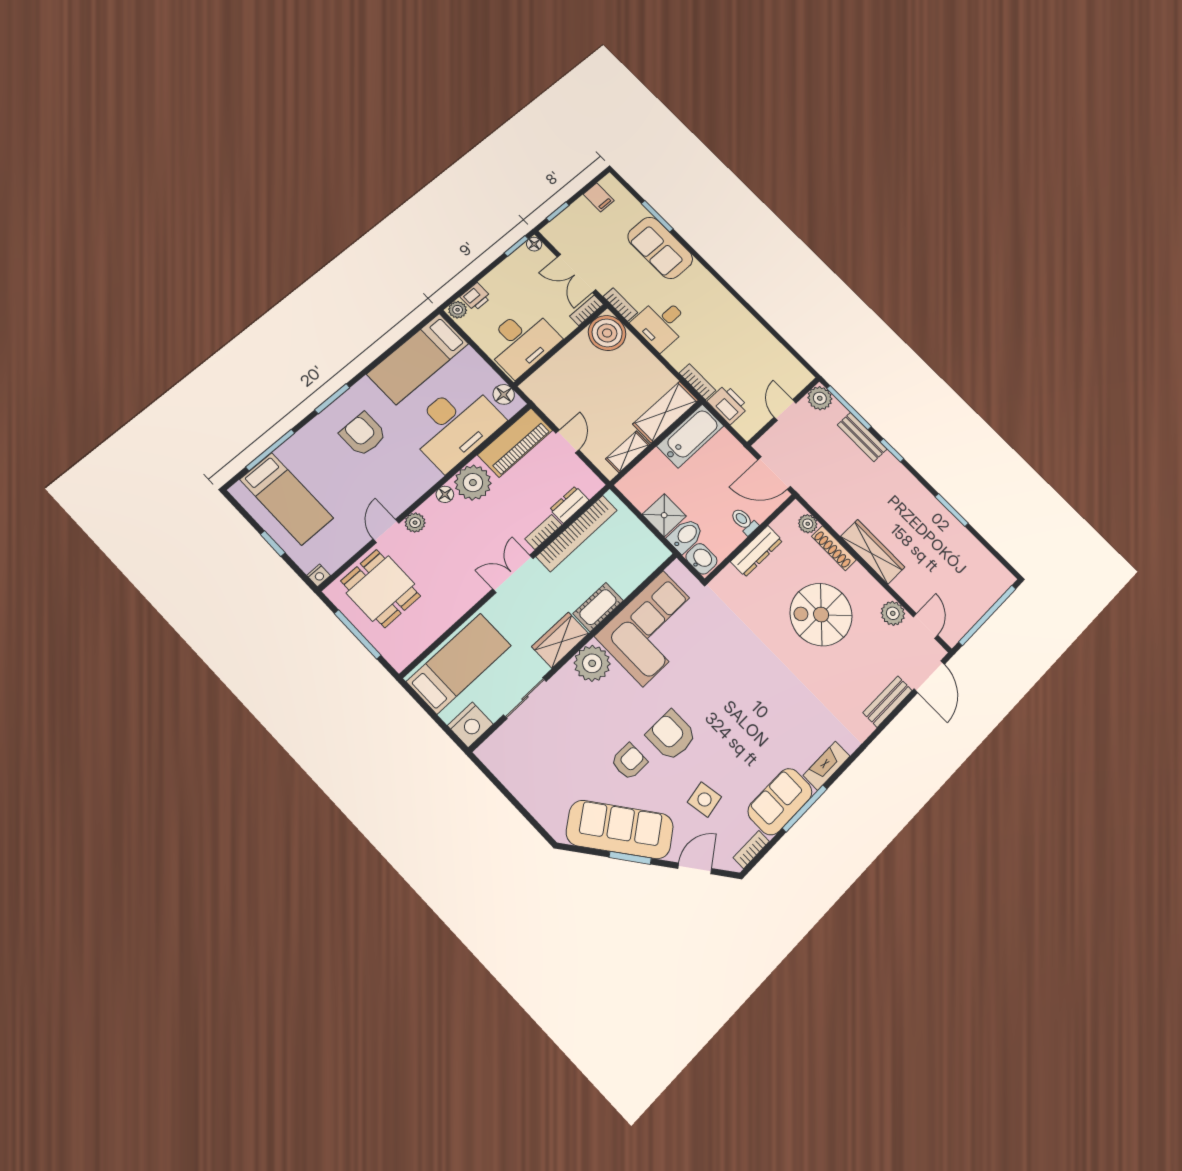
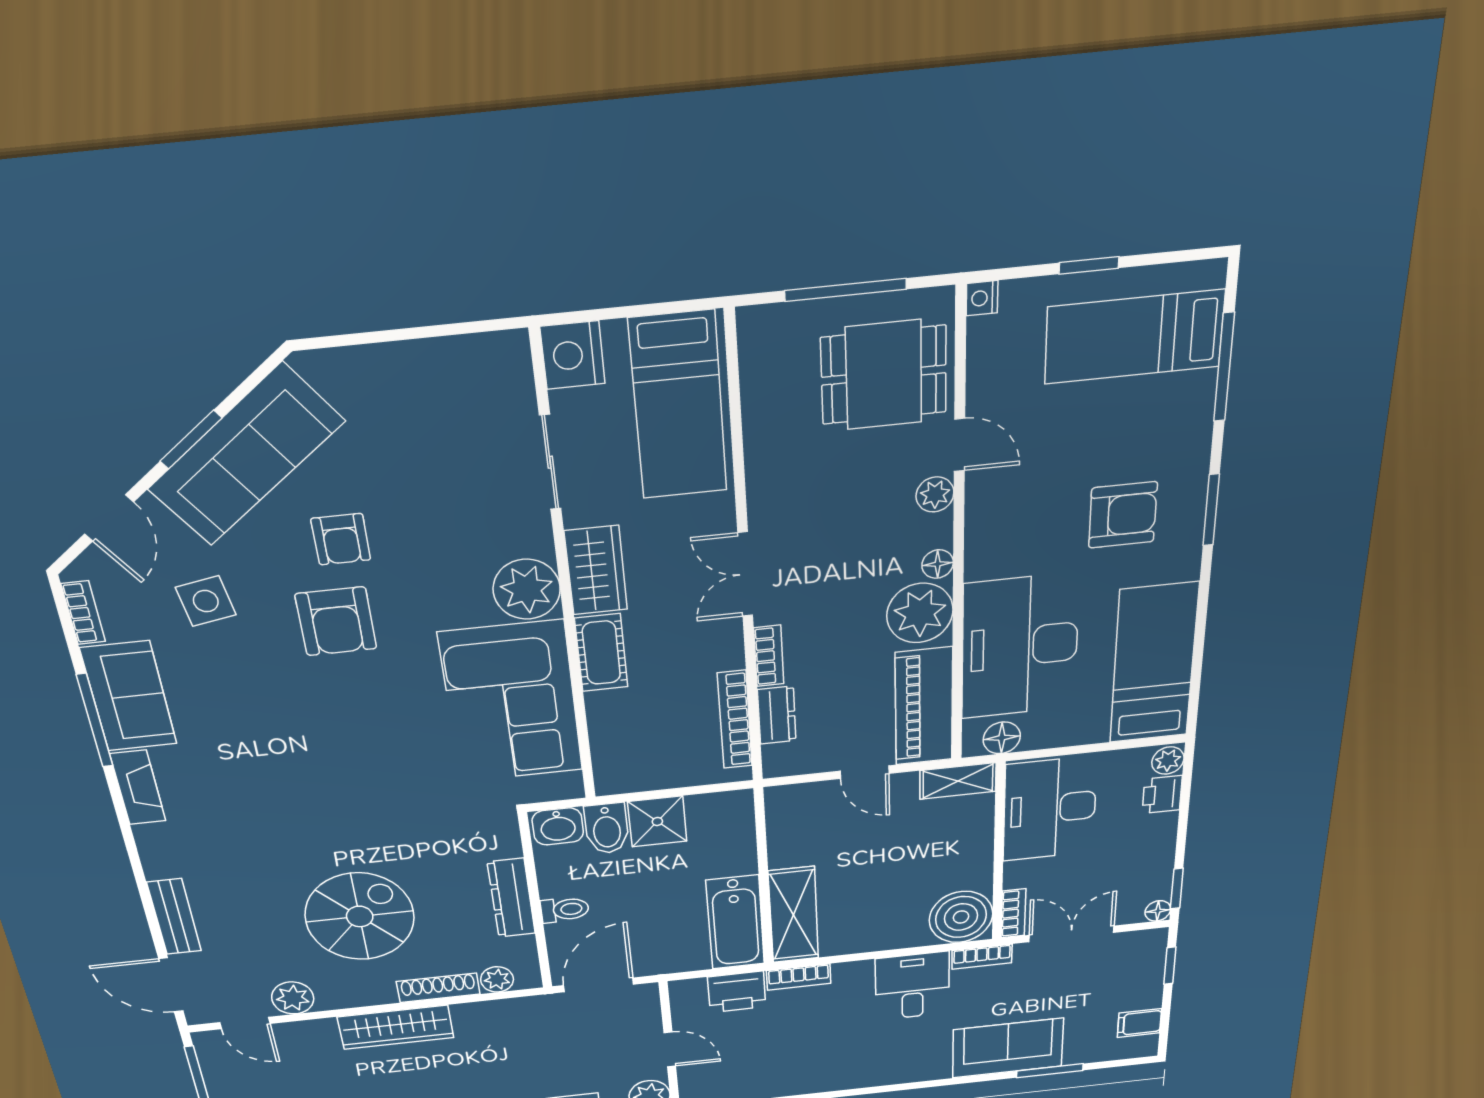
shelving: (628, 452) -> (958, 781), moved, turned 90
bookcase: (577, 533) -> (735, 720), width x0.68, depth x0.76
double door: (513, 574) -> (745, 574), swing flipped
armchair: (671, 735) -> (336, 621), turned 90

